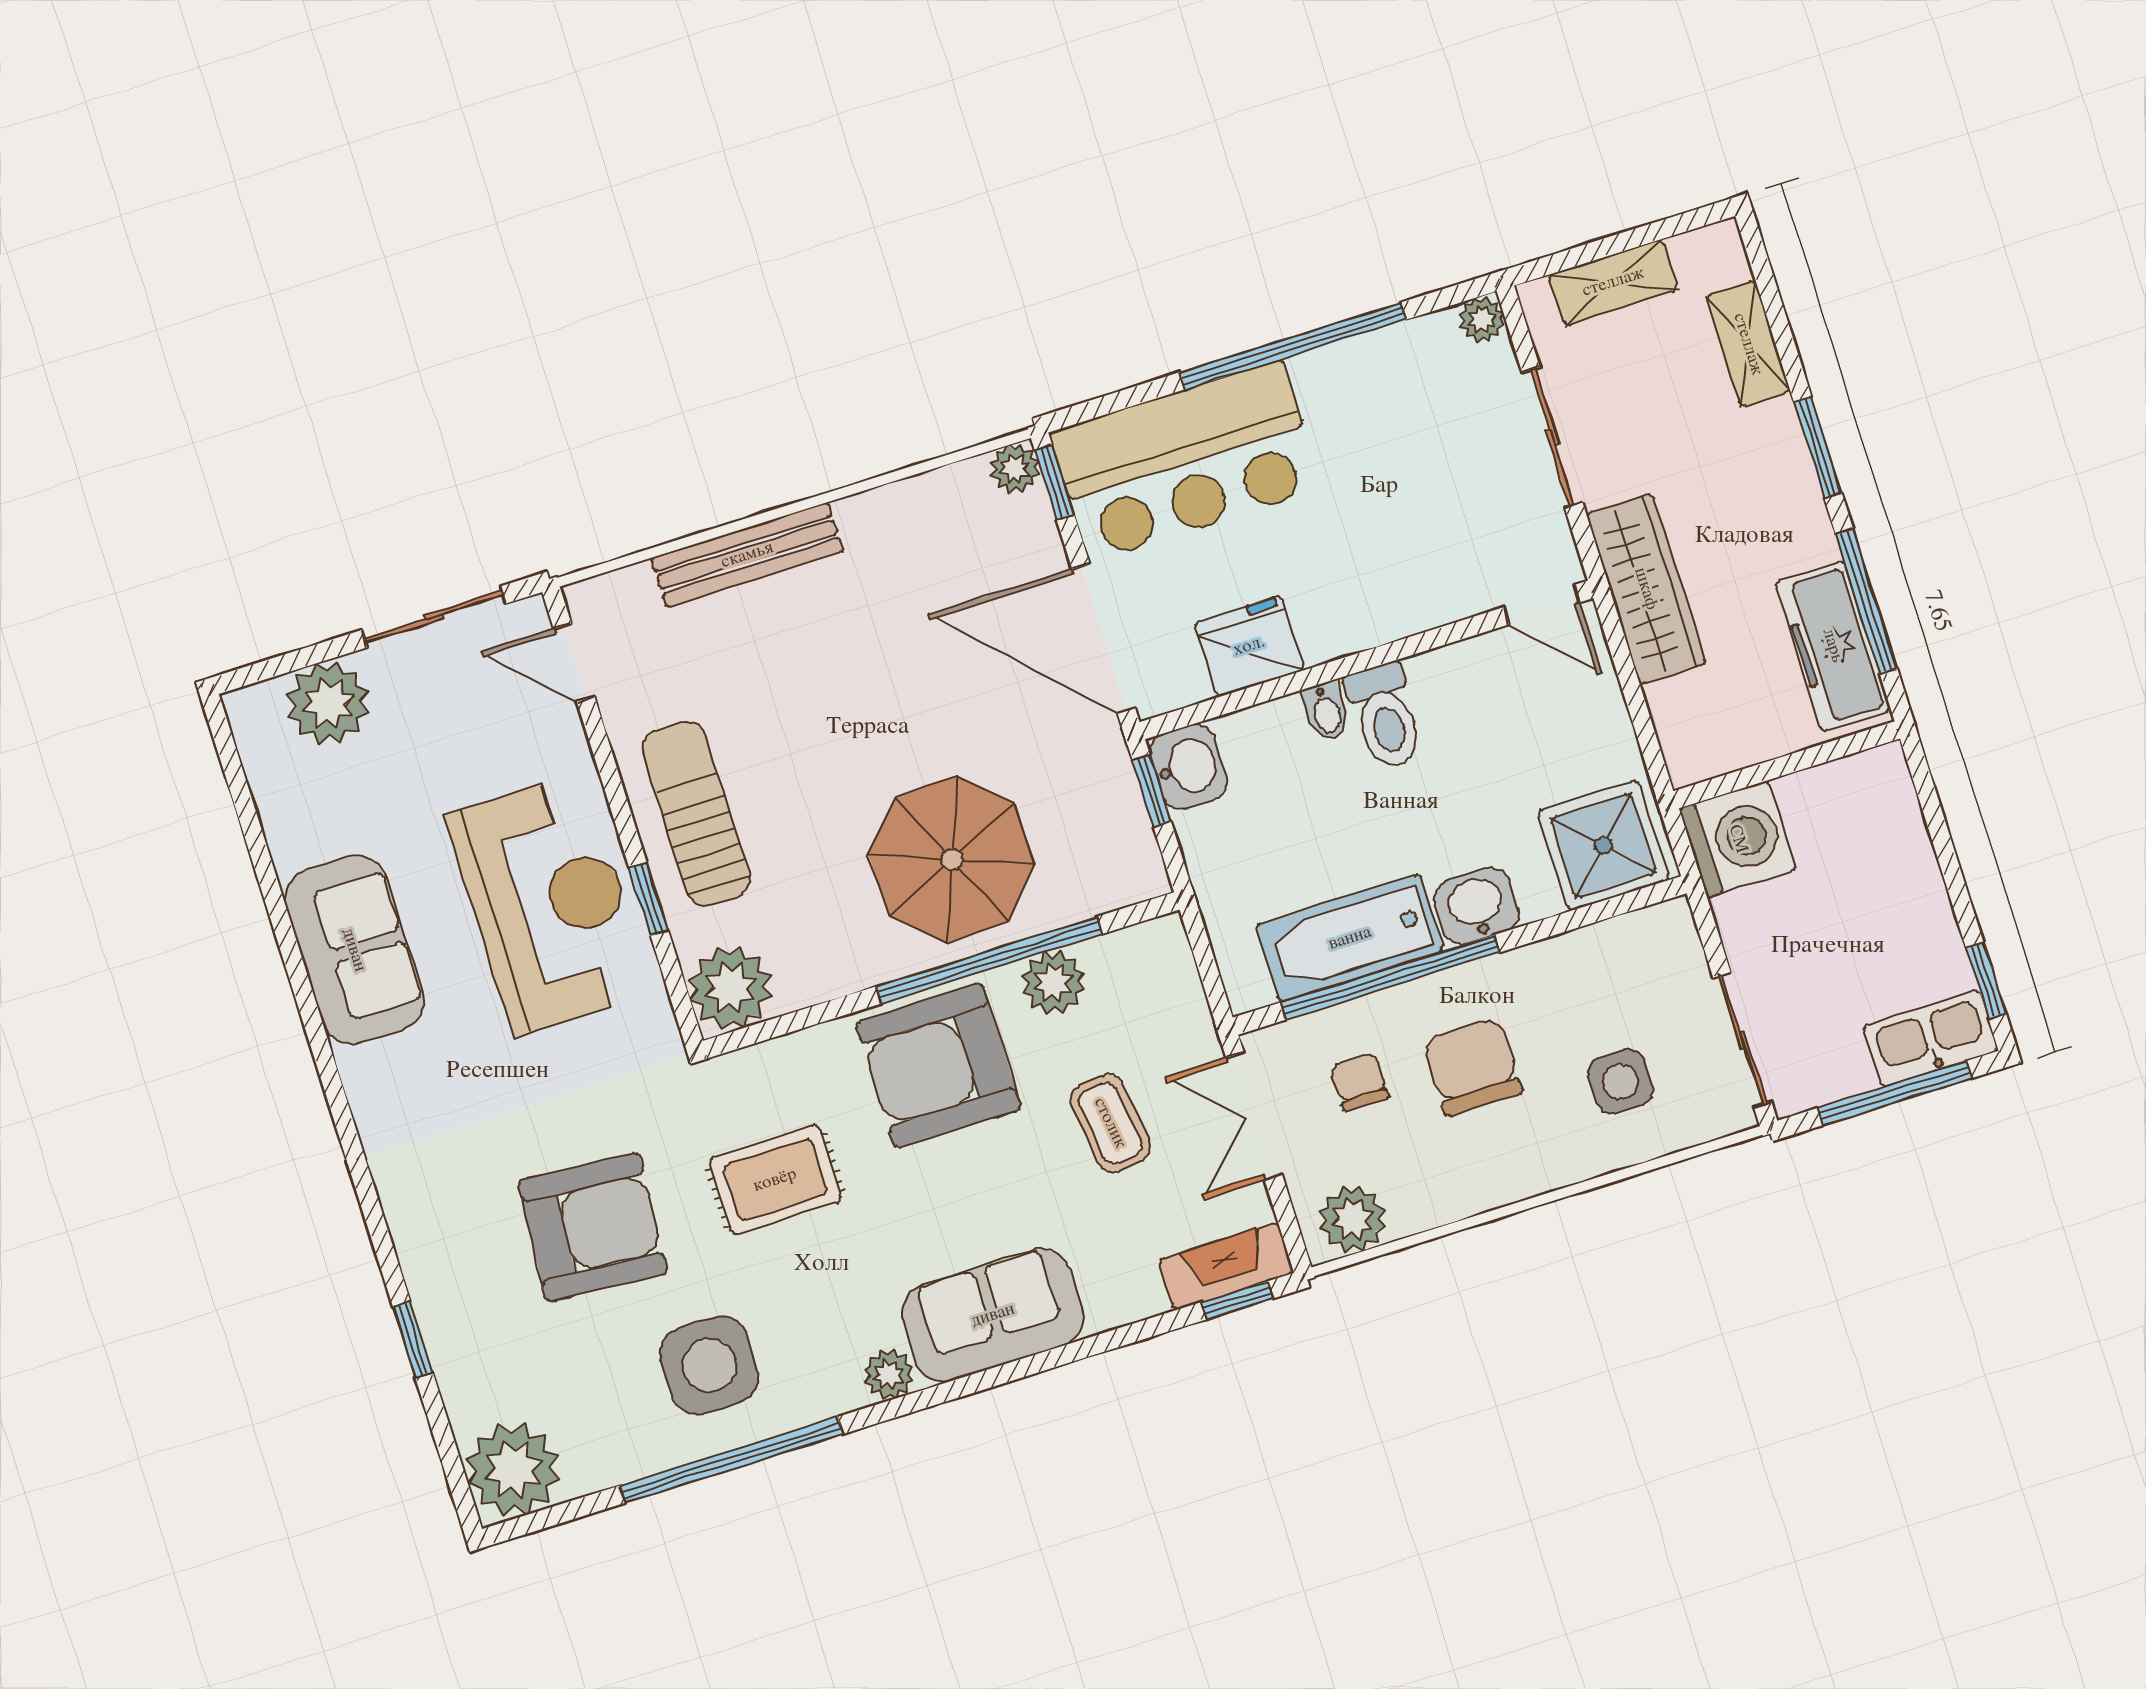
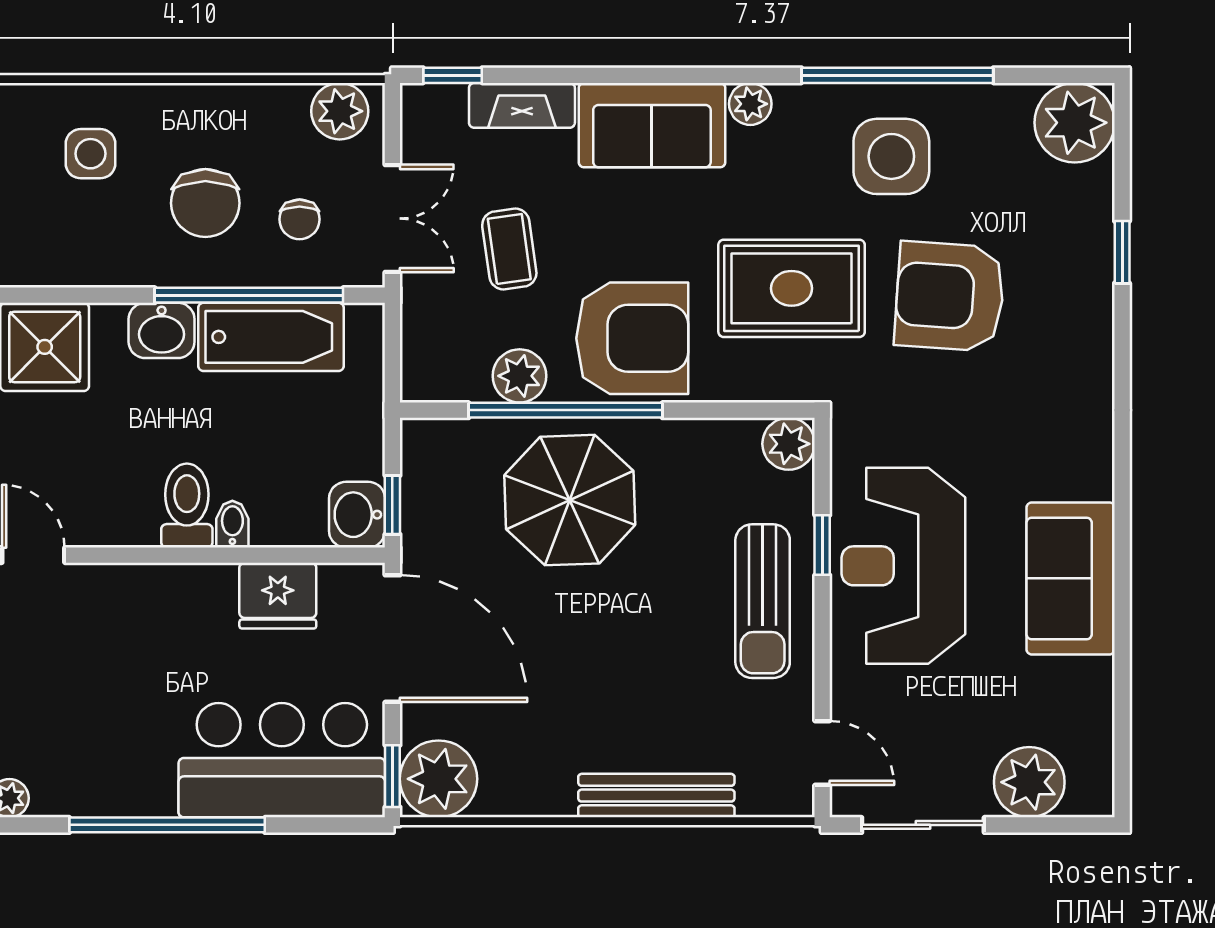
plant: (1015, 469) -> (438, 779), width x1.87, depth x1.87
plant: (730, 988) -> (789, 444), width x0.73, depth x0.73
rug: (775, 1180) -> (792, 288), width x1.36, depth x1.43
fireplace: (1226, 1266) -> (522, 105), moved

